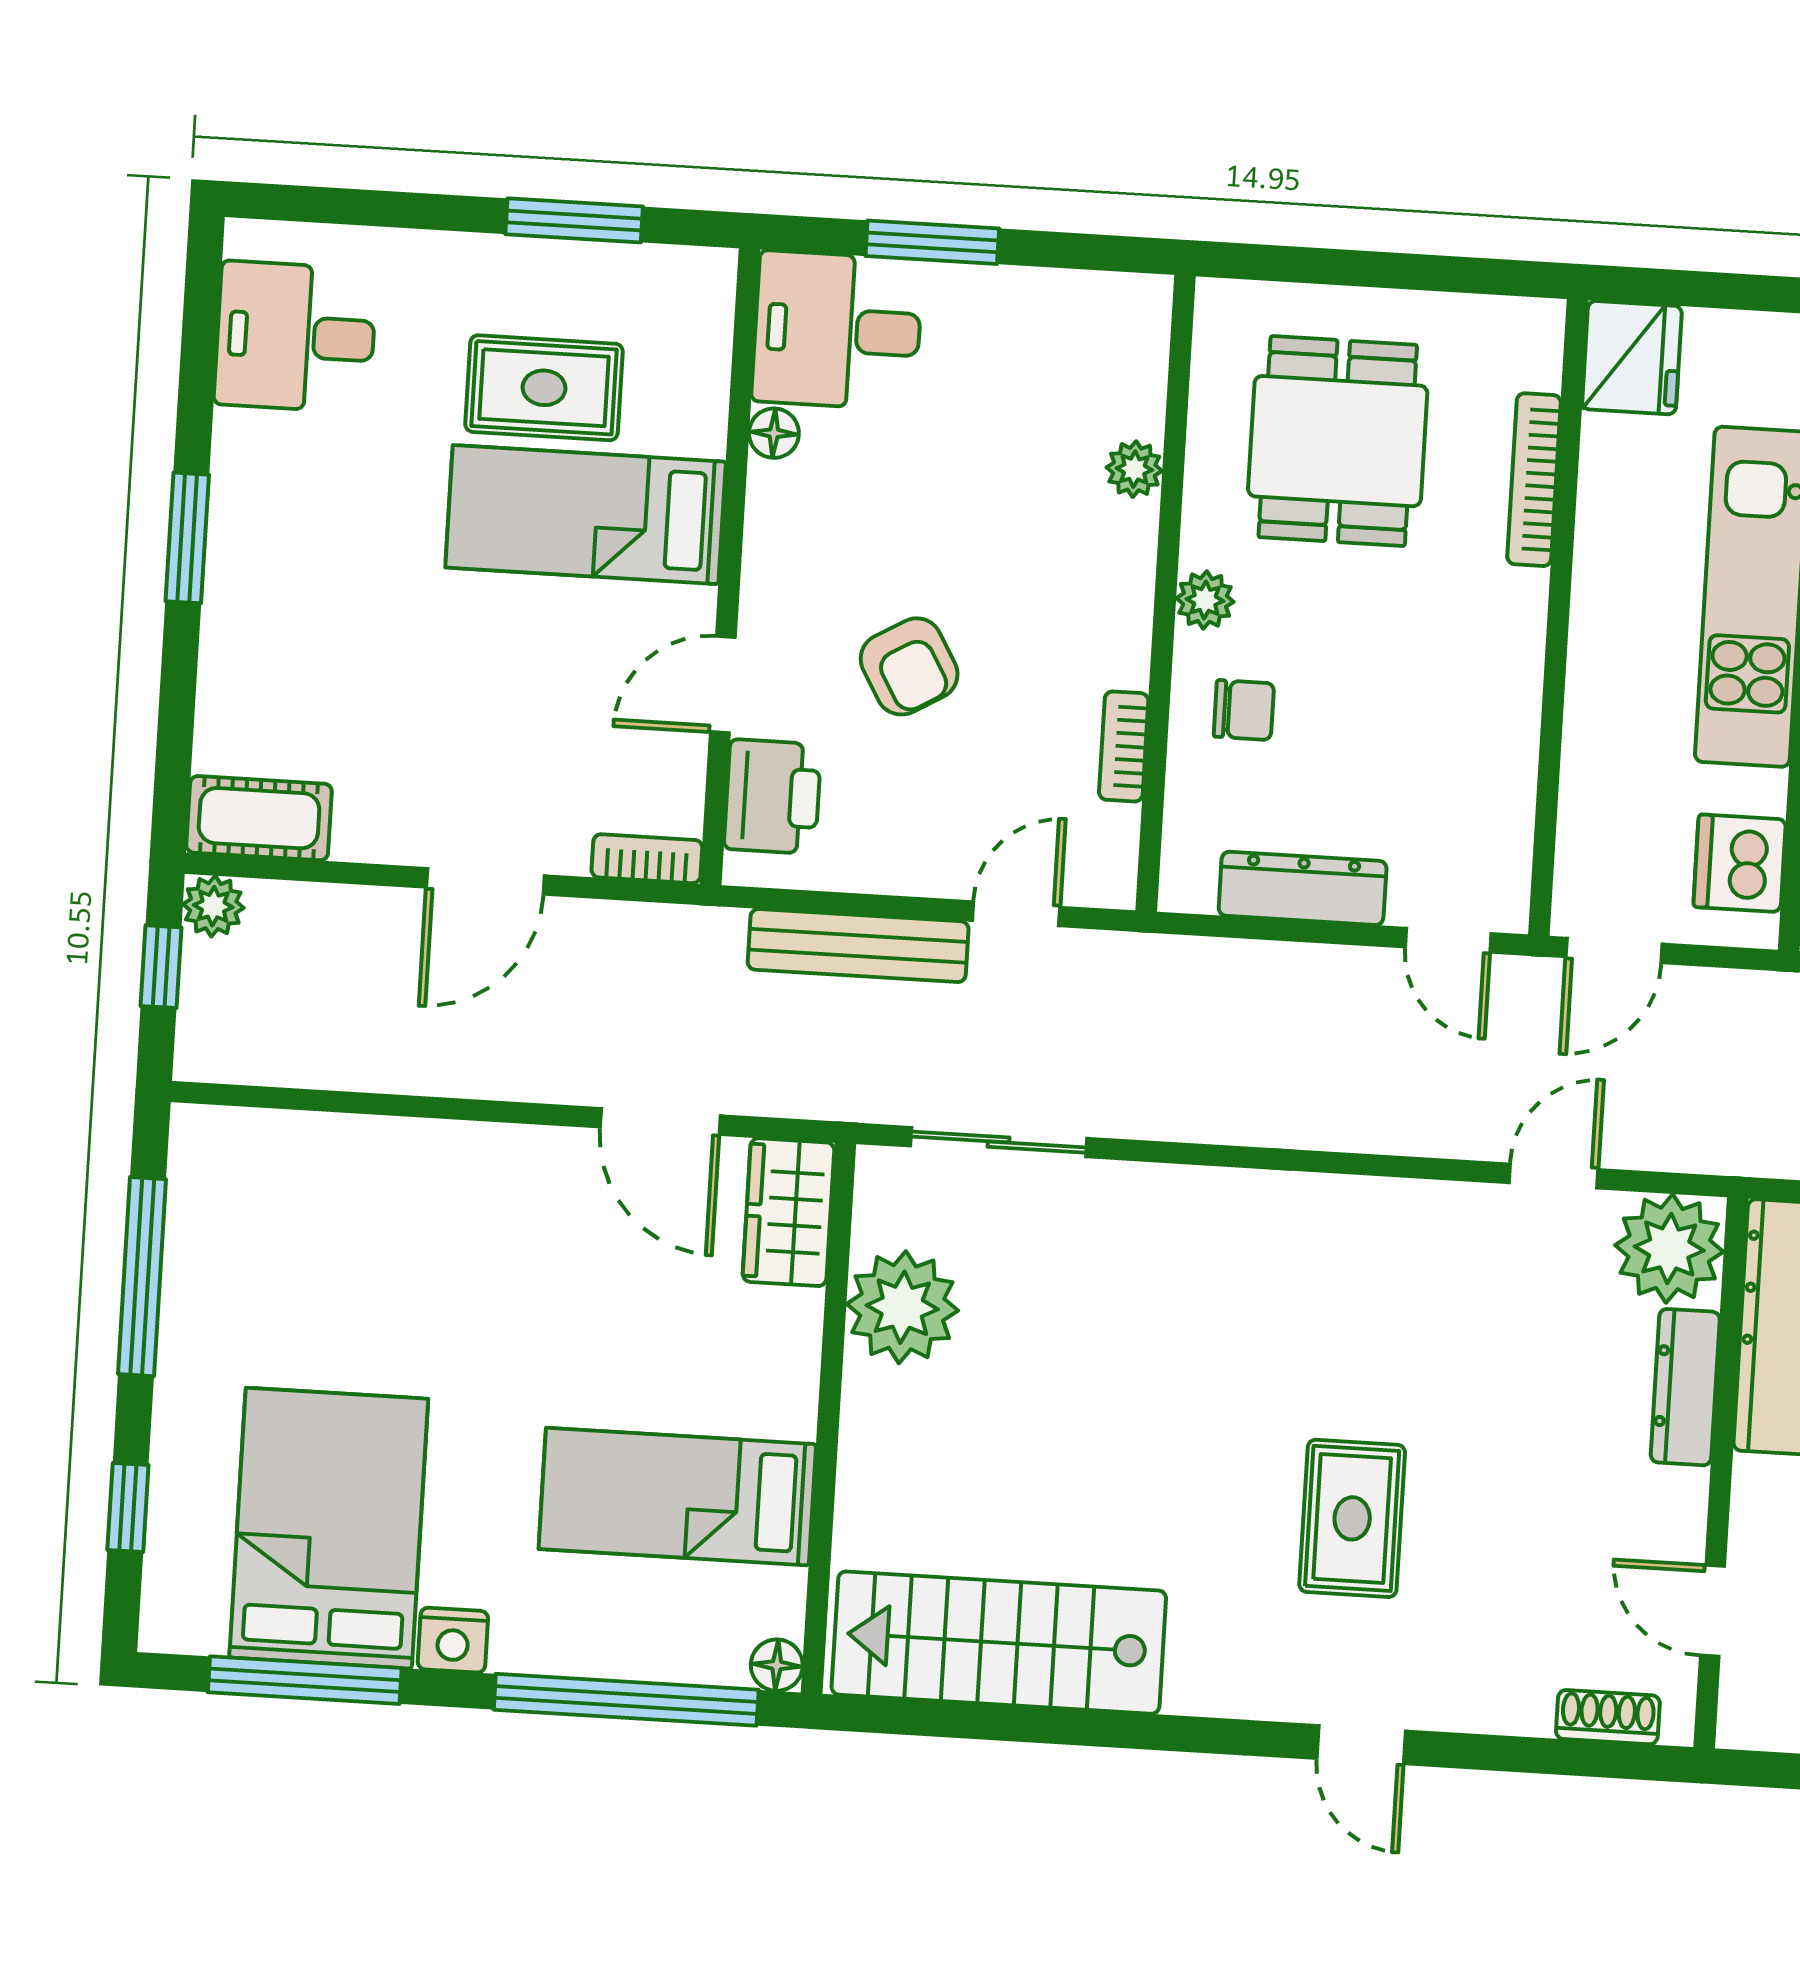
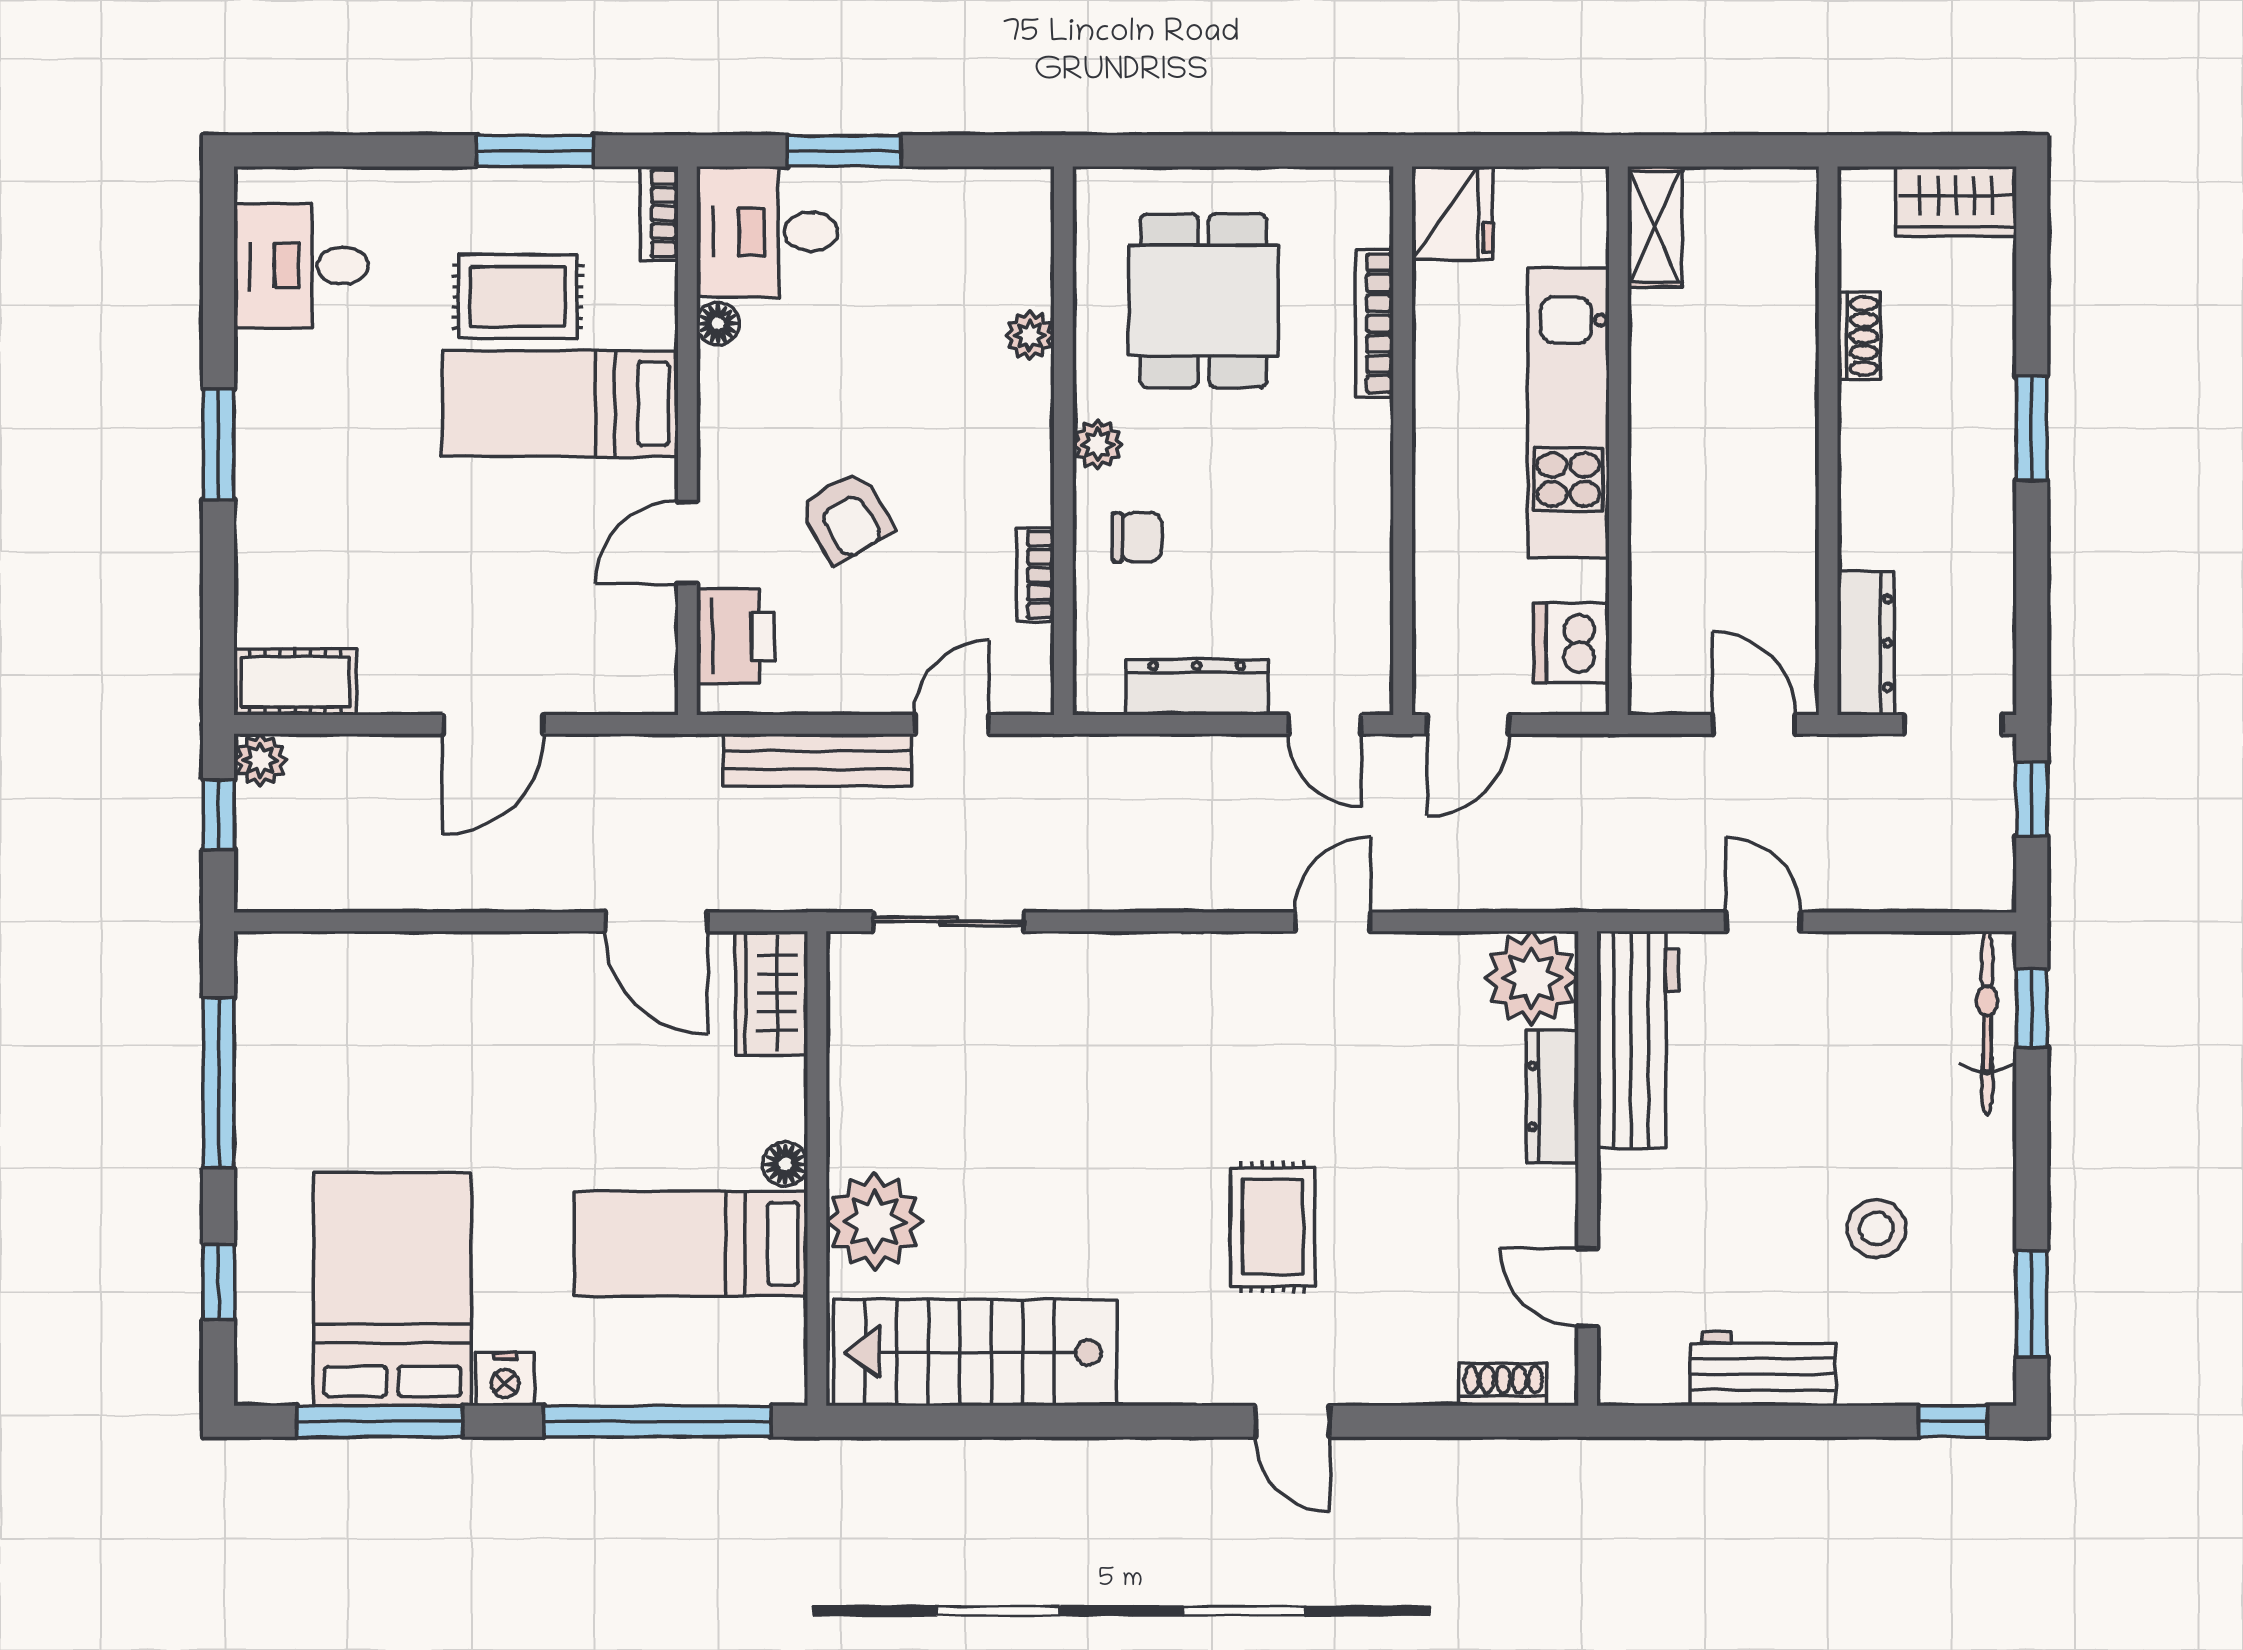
bookcase: (647, 859) -> (659, 213), moved, turned -90
door: (1554, 1176) -> (1333, 922), moved
plant: (902, 1307) -> (874, 1222), moved
floor lamp: (777, 1665) -> (785, 1164), moved

